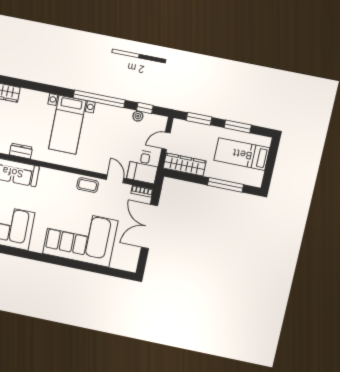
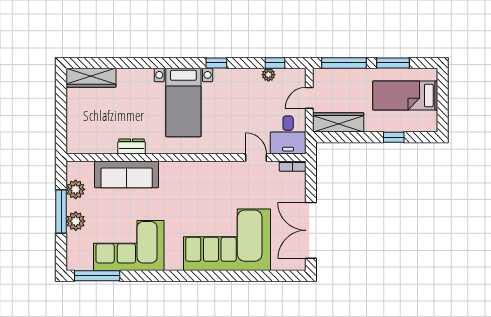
window: (99, 99) -> (216, 63), width x0.32
window: (199, 119) -> (344, 63), width x1.44
coffee table: (88, 185) -> (223, 172), removed
window: (225, 185) -> (394, 137), width x0.46
double door: (149, 227) -> (311, 230), moved

